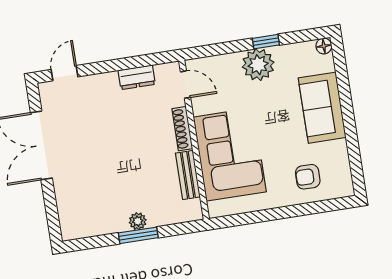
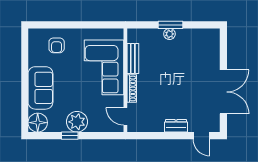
floor lamp: (324, 46) -> (38, 123), width x1.89, depth x1.89
door: (64, 73) -> (201, 136), hinge flipped
dresser: (137, 77) -> (176, 126), moved
armchair: (308, 177) -> (57, 45), turned 90

